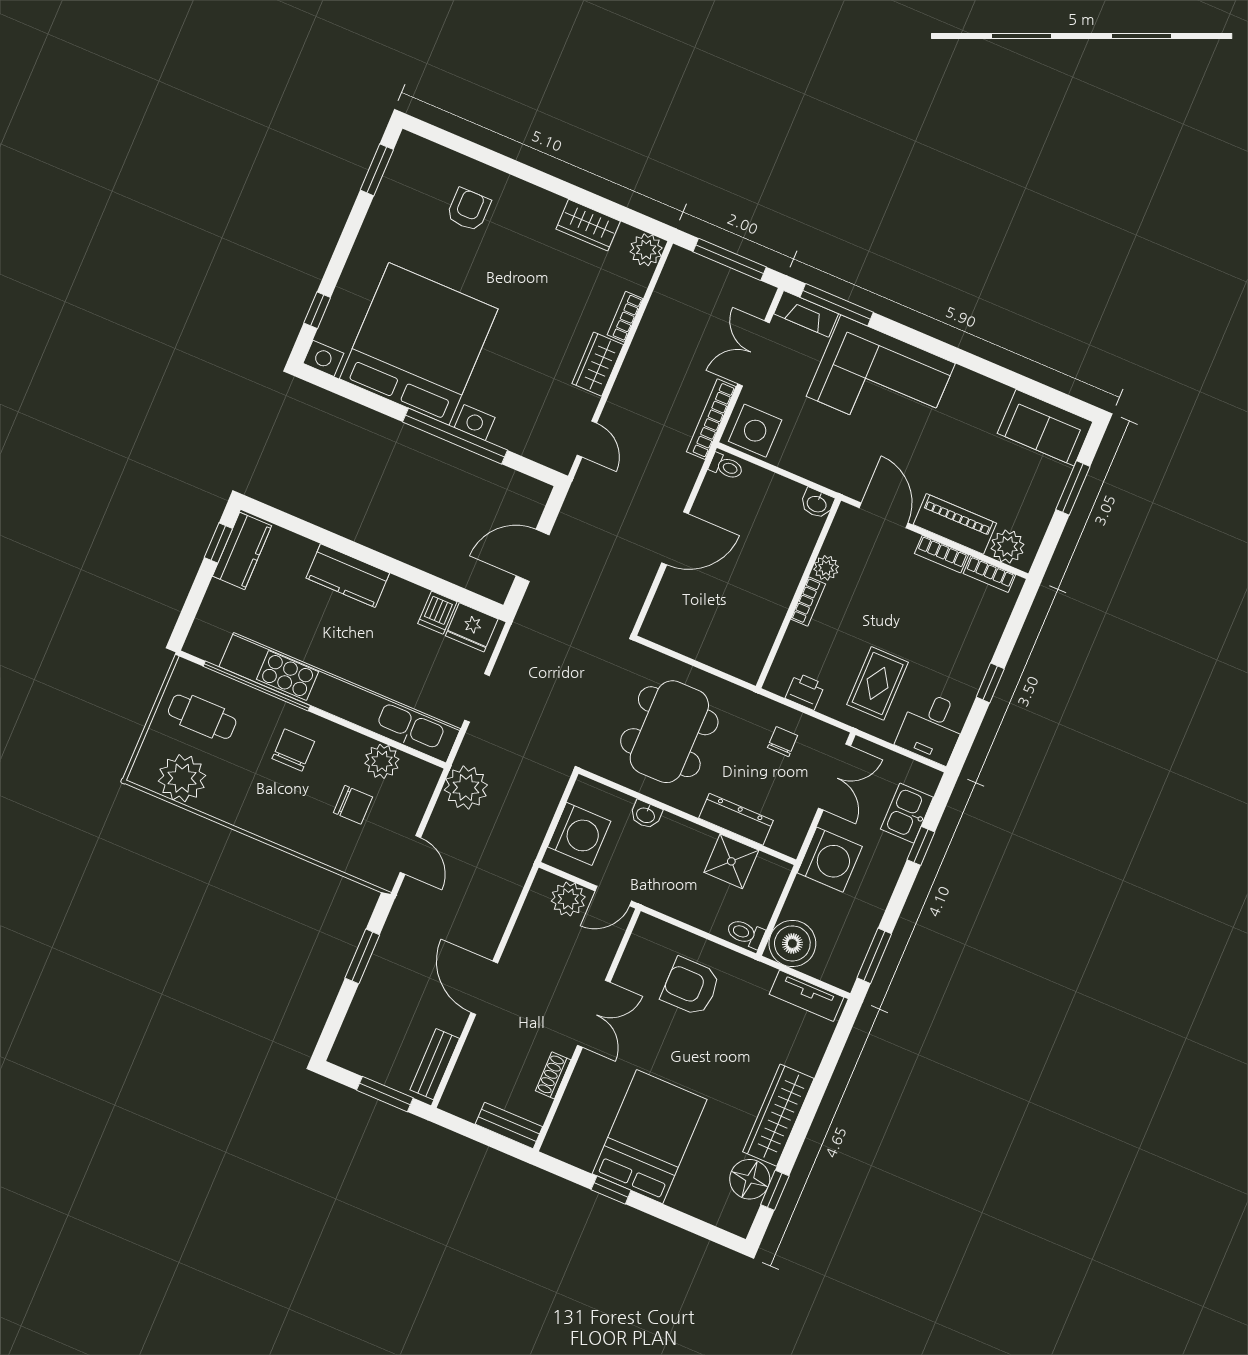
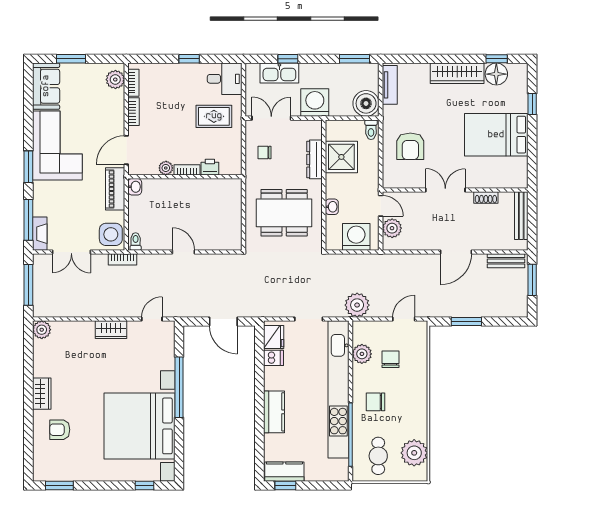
wardrobe: (588, 225) -> (42, 394), moved
bookcase: (625, 317) -> (81, 326), removed
window: (924, 342) -> (28, 167), added
corner sofa: (881, 380) -> (57, 145), moved
bookcase: (711, 419) -> (122, 259), width x0.64
piano: (955, 524) -> (115, 189), moved
door: (675, 538) -> (183, 252), width x0.73
printer: (805, 691) -> (210, 167), moved, turned 90
kitchen sink: (907, 813) -> (279, 73), width x1.38
shower: (731, 861) -> (341, 157), width x1.36, depth x1.36
bench: (509, 1125) -> (521, 216), width x1.36
window: (611, 1190) -> (532, 104), moved

